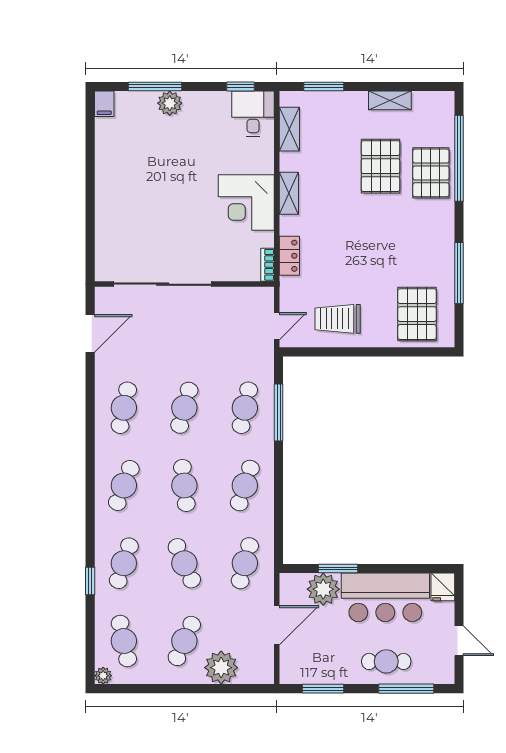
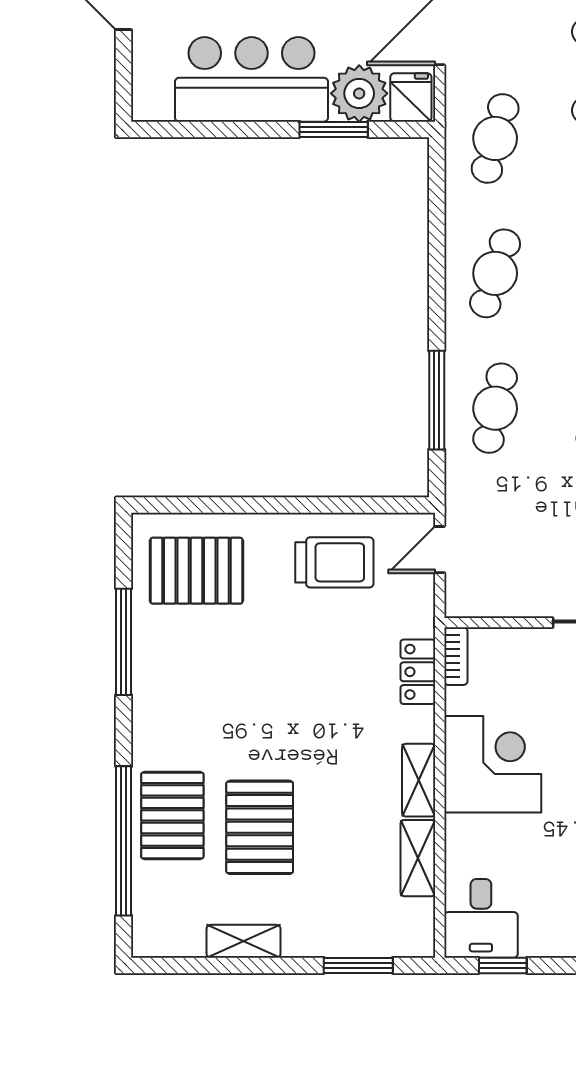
shelving: (289, 129) -> (418, 858), moved
pallet: (417, 314) -> (196, 571), turned 90
fridge: (443, 587) -> (411, 97), moved

